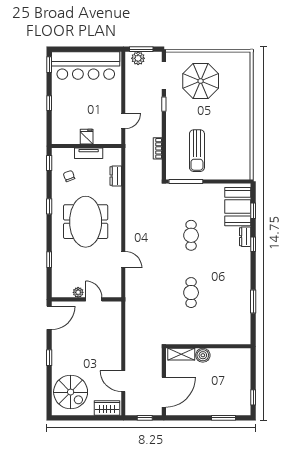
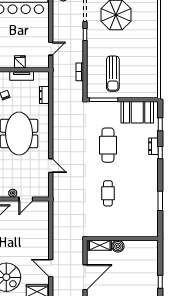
booth: (238, 207) -> (137, 112), moved, turned 90
cafe table: (191, 235) -> (108, 145), width x1.37, depth x1.35
door: (94, 299) -> (26, 199), swing flipped

